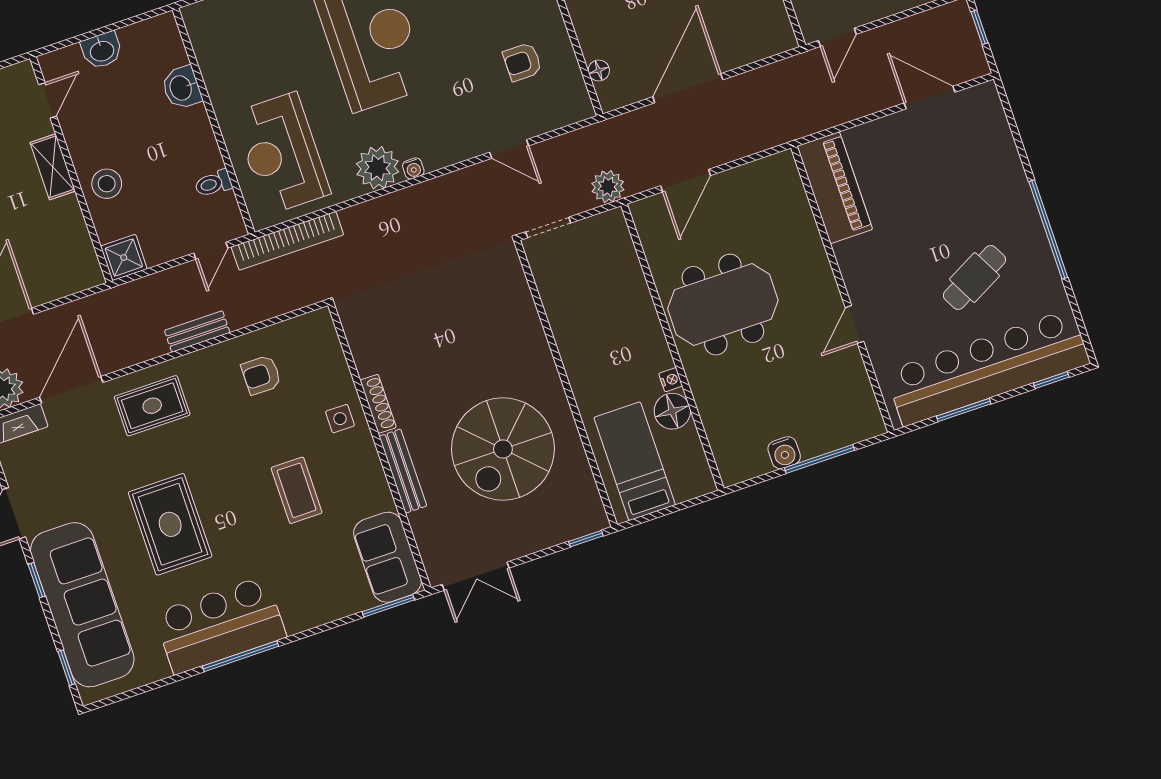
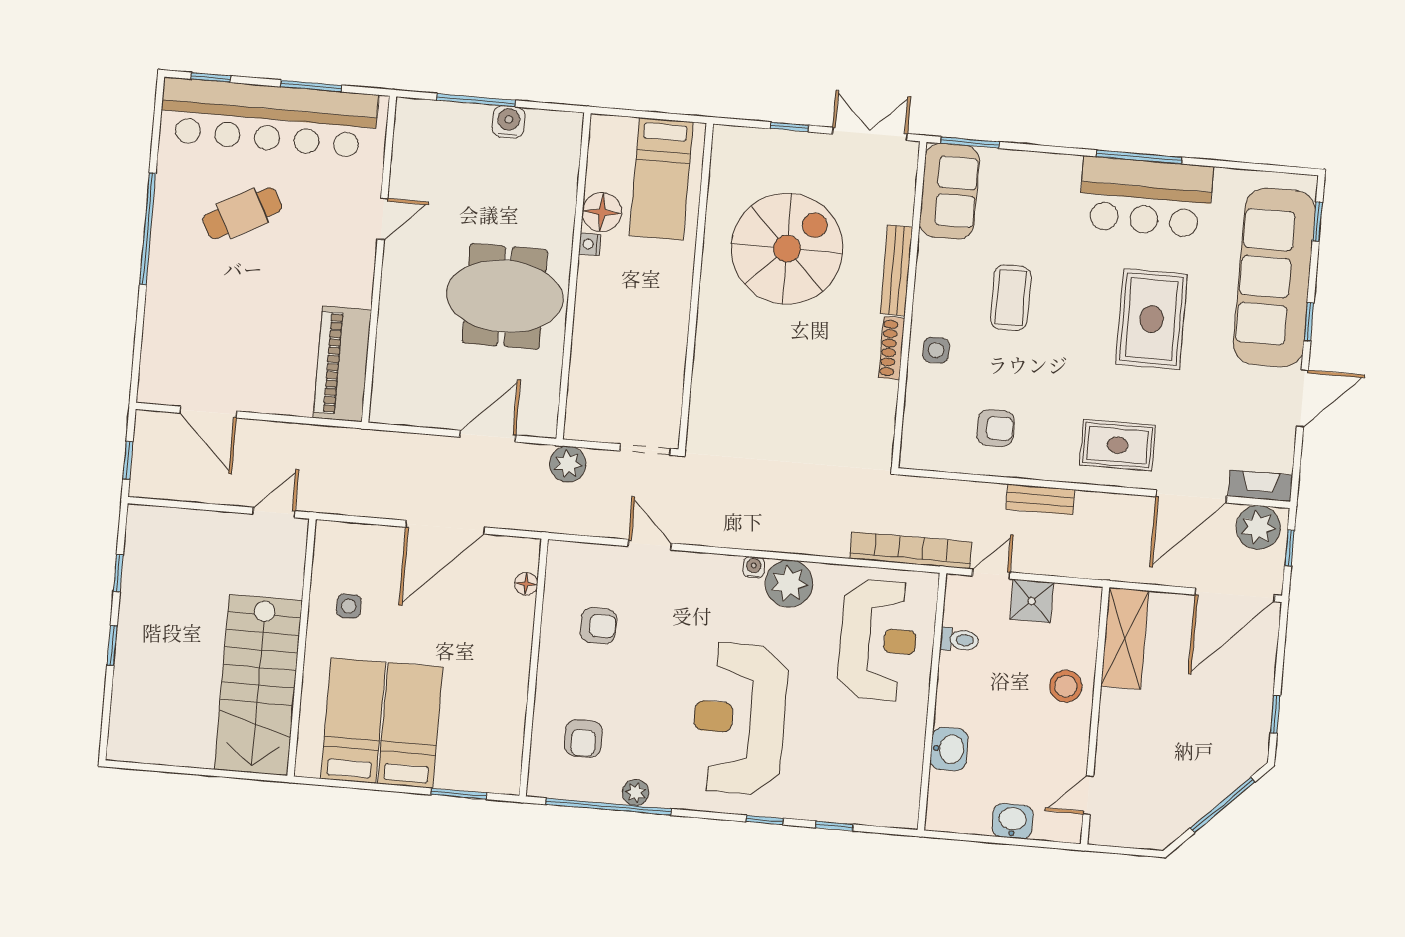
shelving: (53, 167) -> (1125, 638), moved, width x1.50, depth x1.33
shower: (124, 257) -> (1032, 601), moved
window: (586, 539) -> (789, 127), moved

